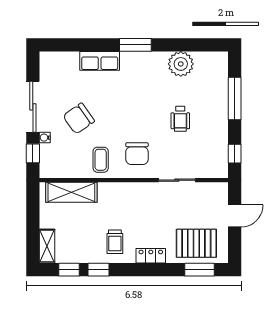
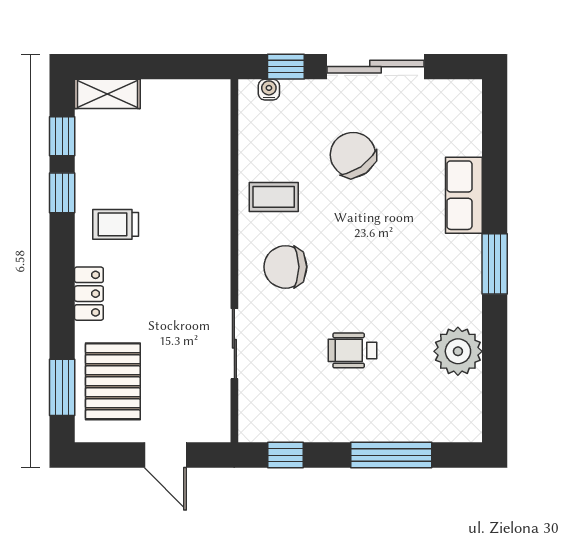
water cooler: (45, 138) -> (269, 90), moved
shelving: (71, 192) -> (211, 141), removed

